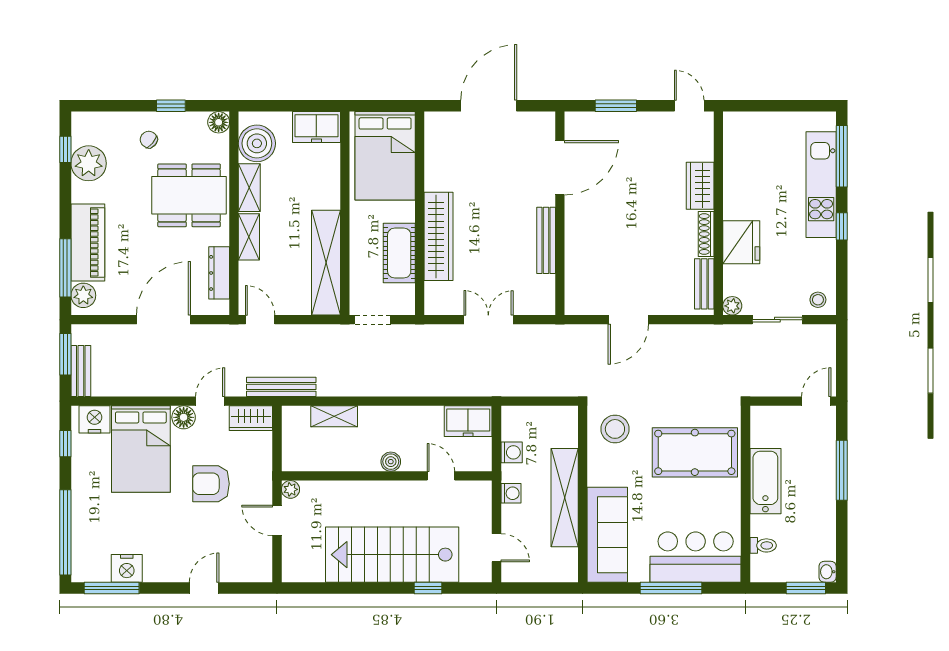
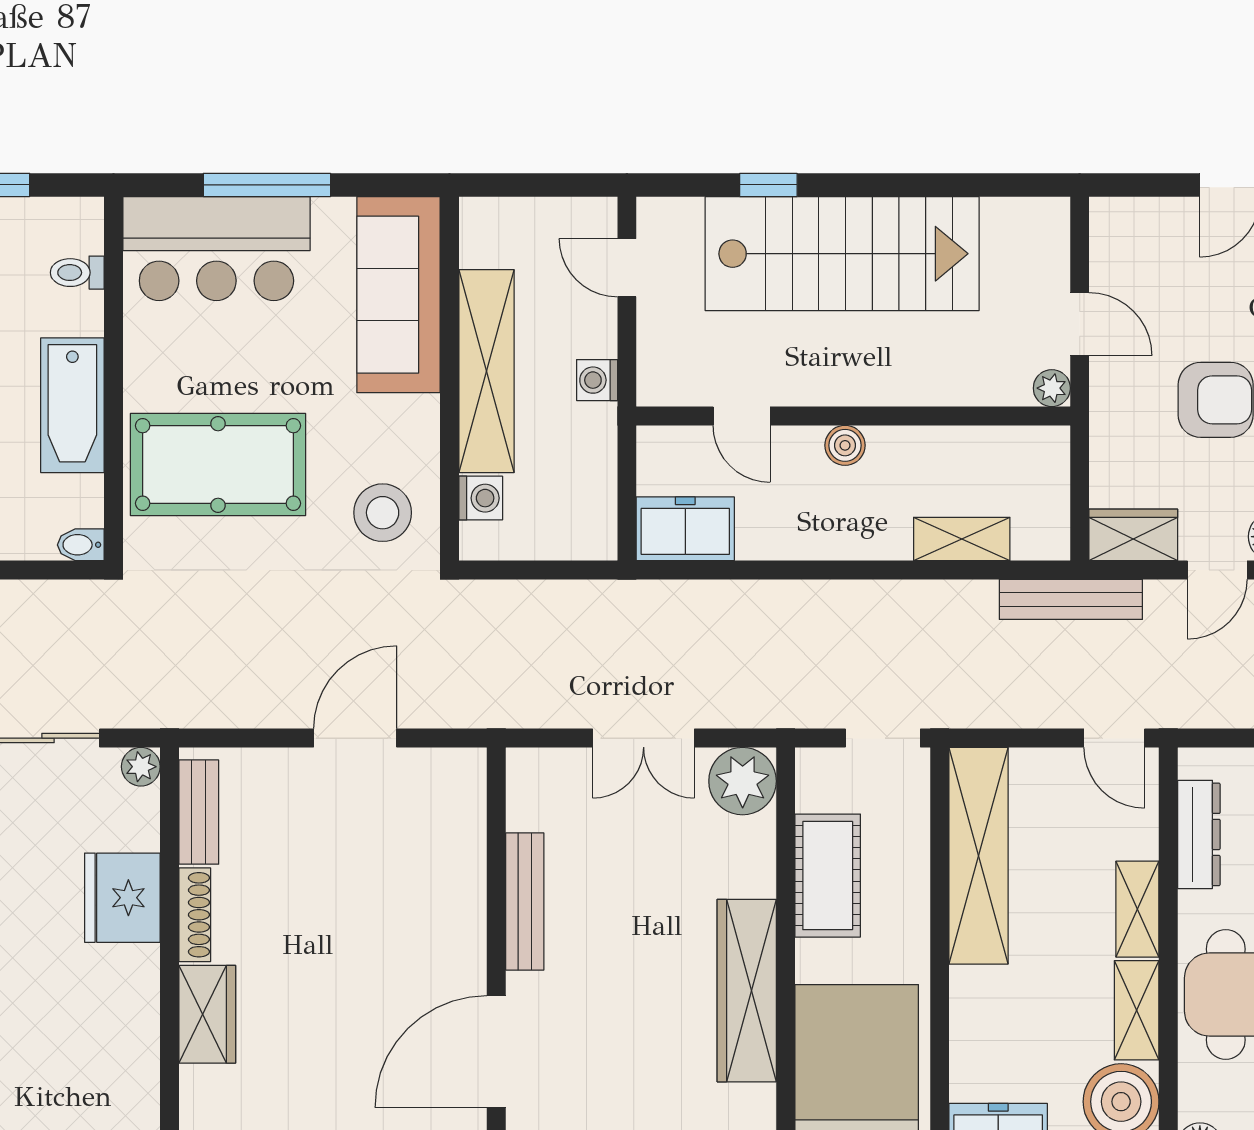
wardrobe: (438, 236) -> (747, 991), moved
plant: (440, 299) -> (743, 781), added
bidet: (761, 413) -> (81, 545), added
washing machine: (512, 452) -> (481, 498), moved, turned 180

